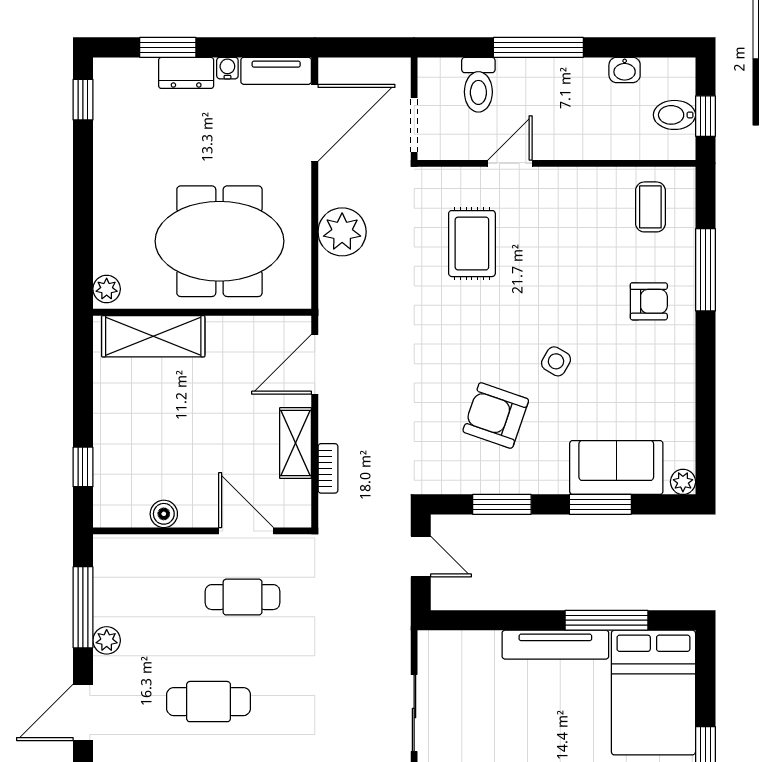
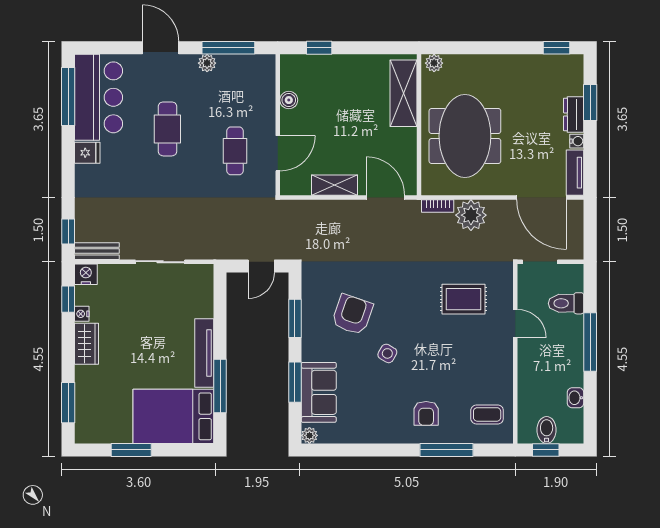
bookcase: (328, 468) -> (438, 206), moved

